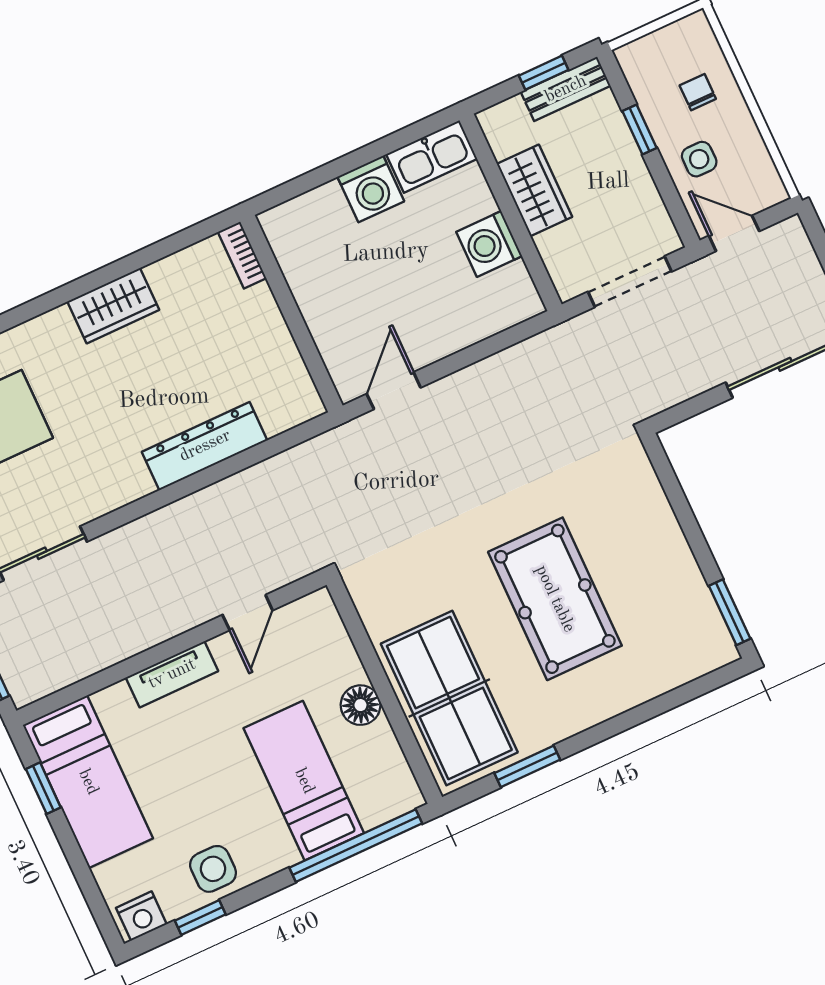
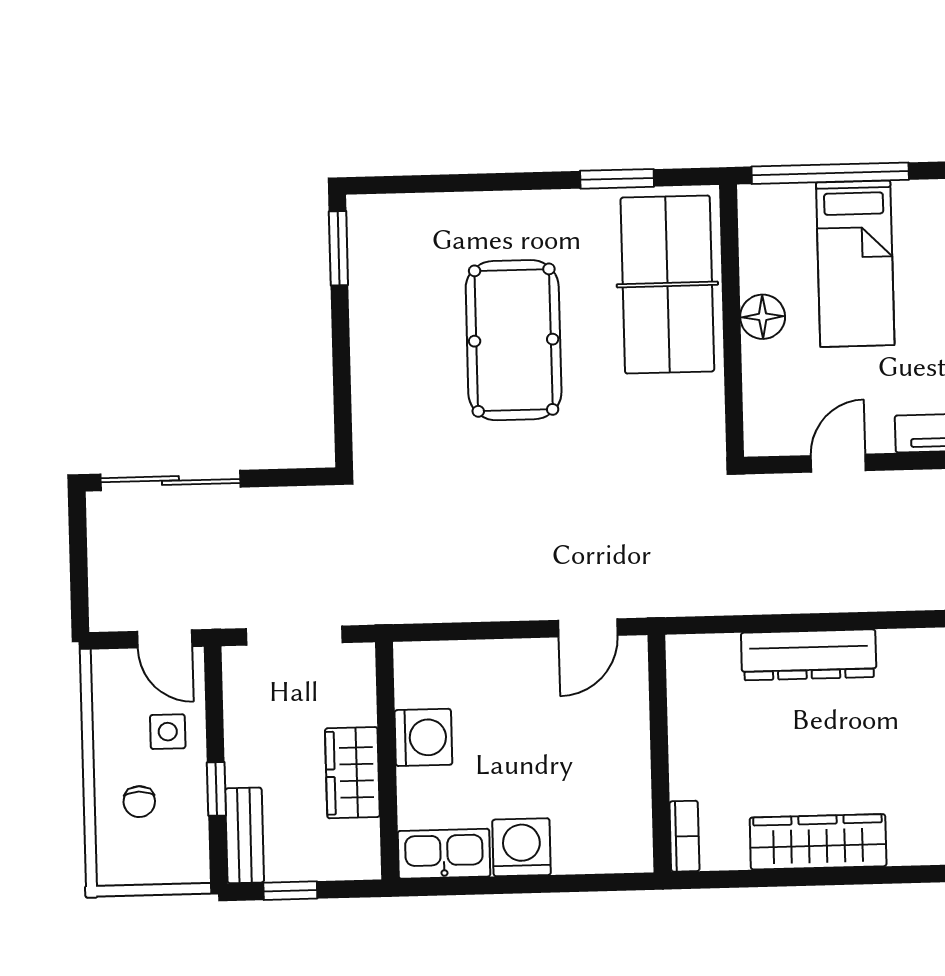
bench: (566, 89) -> (245, 835), moved, turned 90
wardrobe: (113, 306) -> (818, 842), width x1.50

